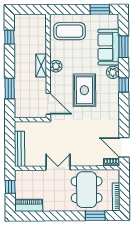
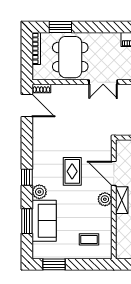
coffee table: (69, 31) -> (89, 239), width x0.54, depth x0.58
rug: (84, 90) -> (72, 171), width x0.73, depth x0.70
door: (48, 104) -> (114, 173), moved

